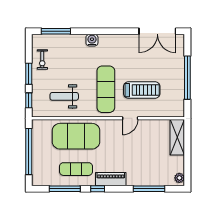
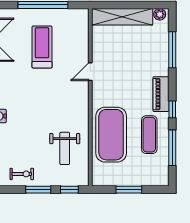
exercise mat: (106, 89) -> (56, 100), removed
treadmill: (142, 90) -> (42, 47), moved
door: (130, 118) -> (90, 72), swing flipped
shelving: (177, 137) -> (122, 17), width x1.47
window: (29, 151) -> (129, 190), width x0.47

